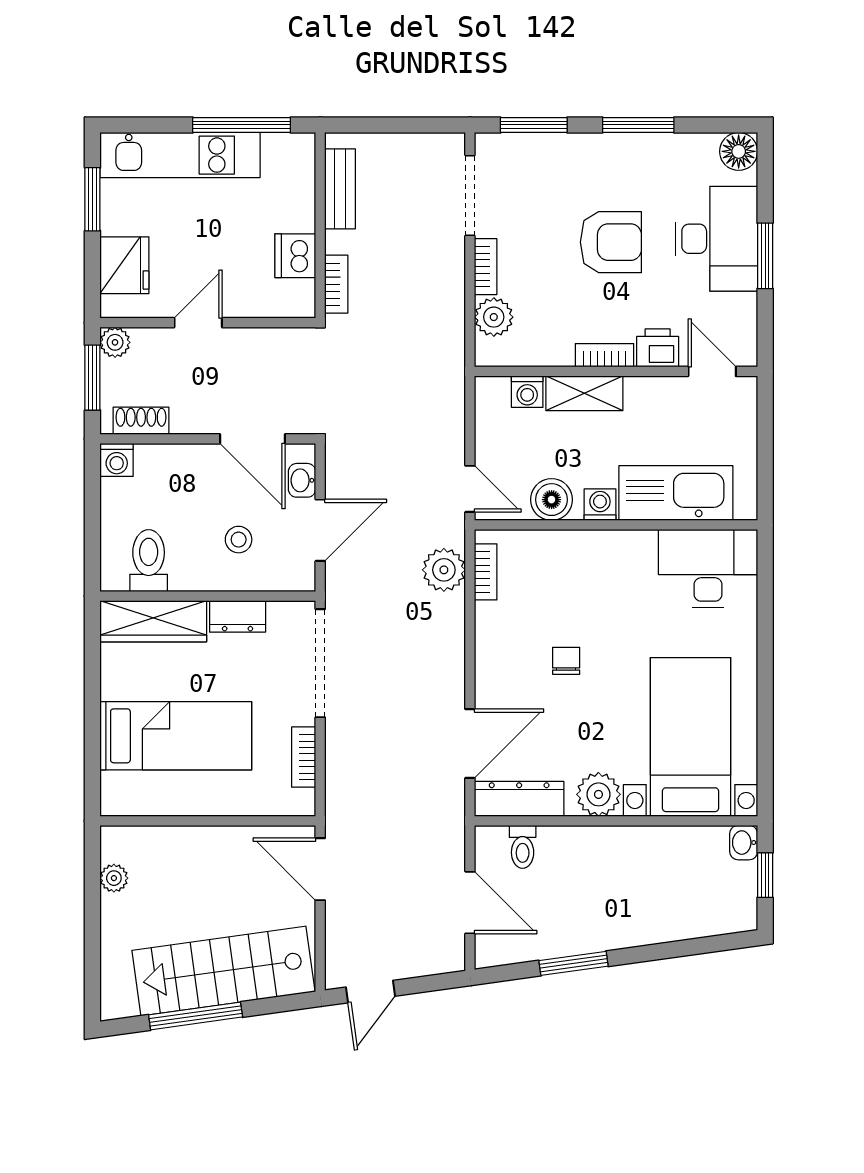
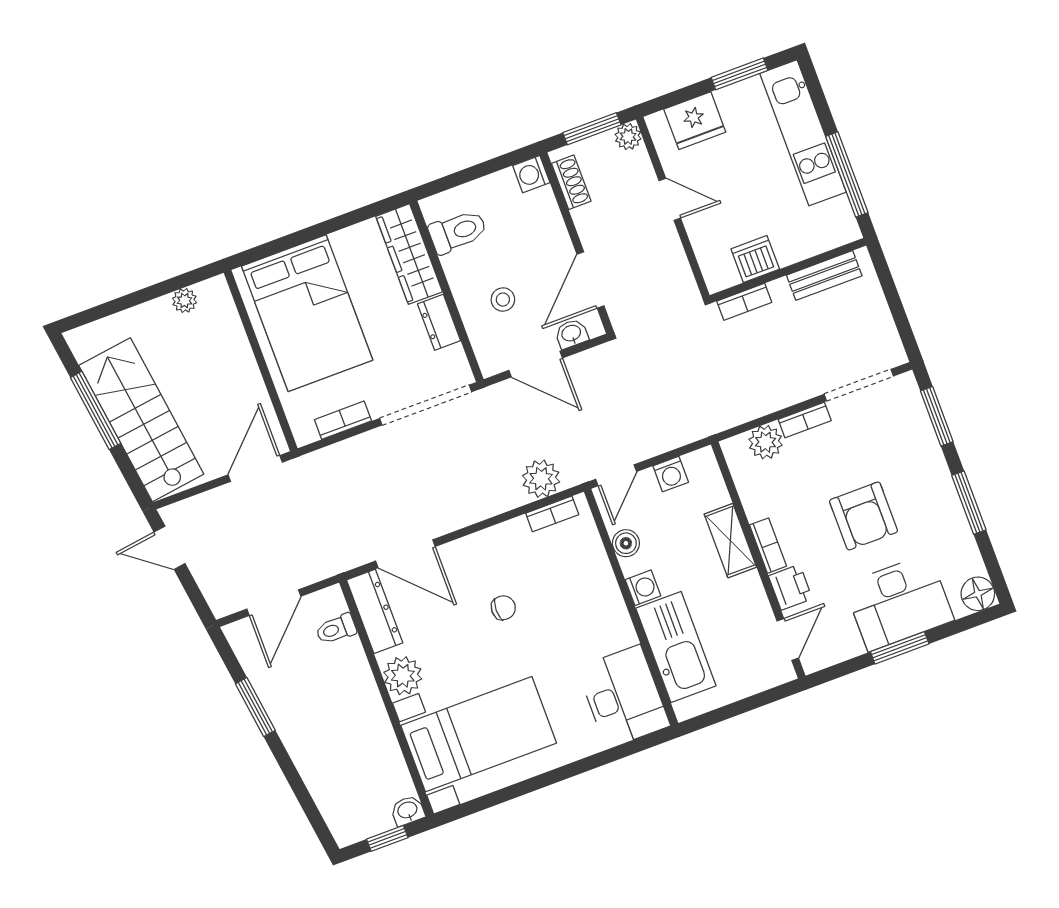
washing machine: (527, 392) -> (671, 474), moved, turned -90
boiler: (552, 500) -> (626, 543), width x0.73, depth x0.73
bed: (176, 736) -> (307, 313), width x1.50

